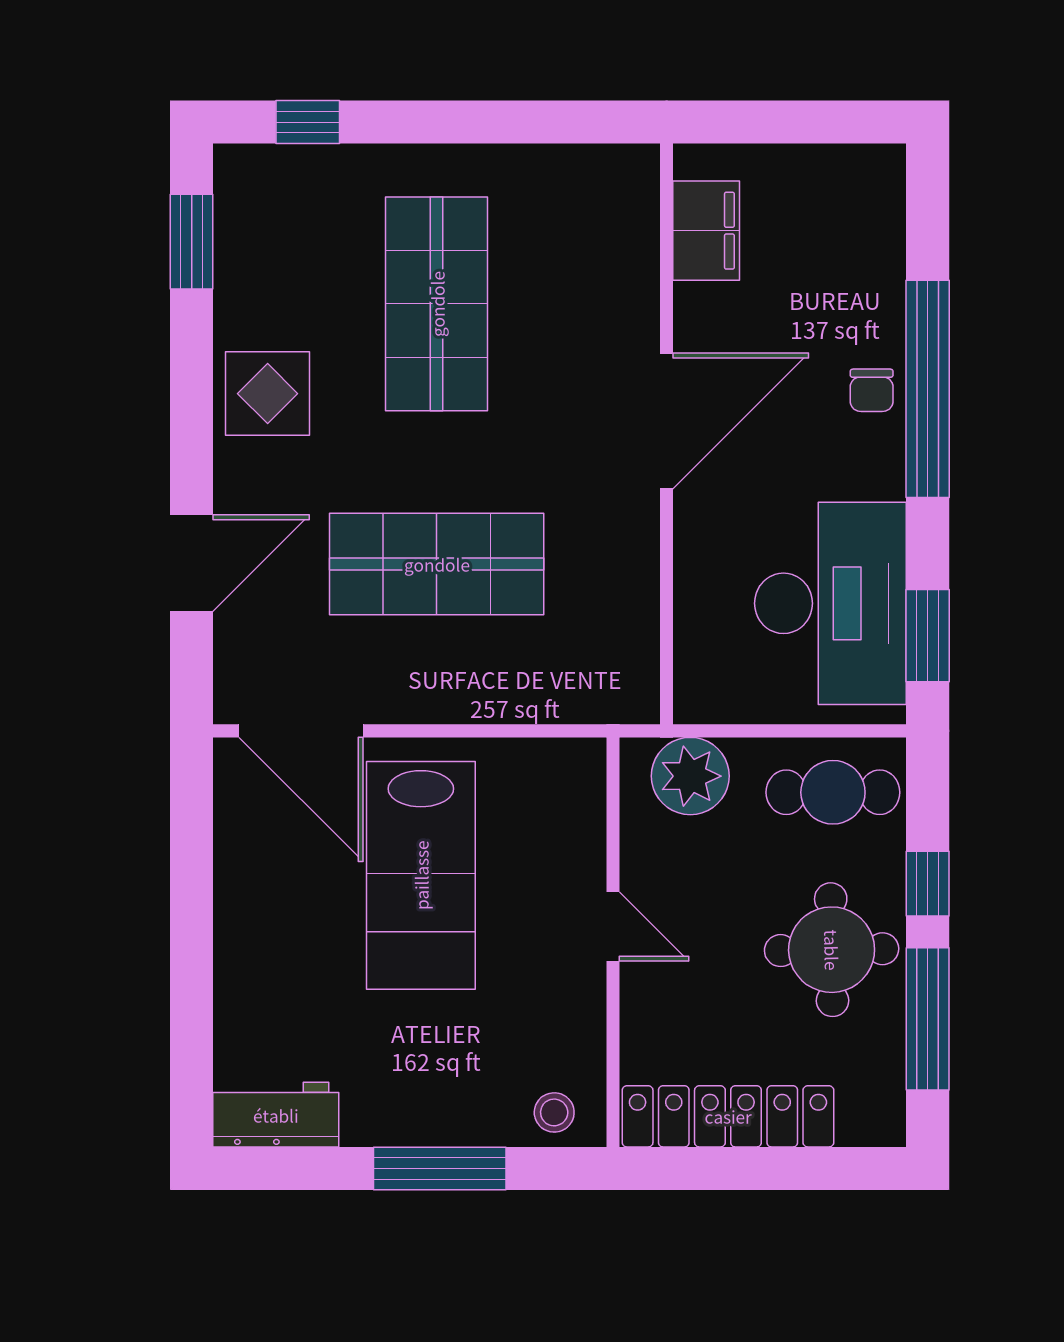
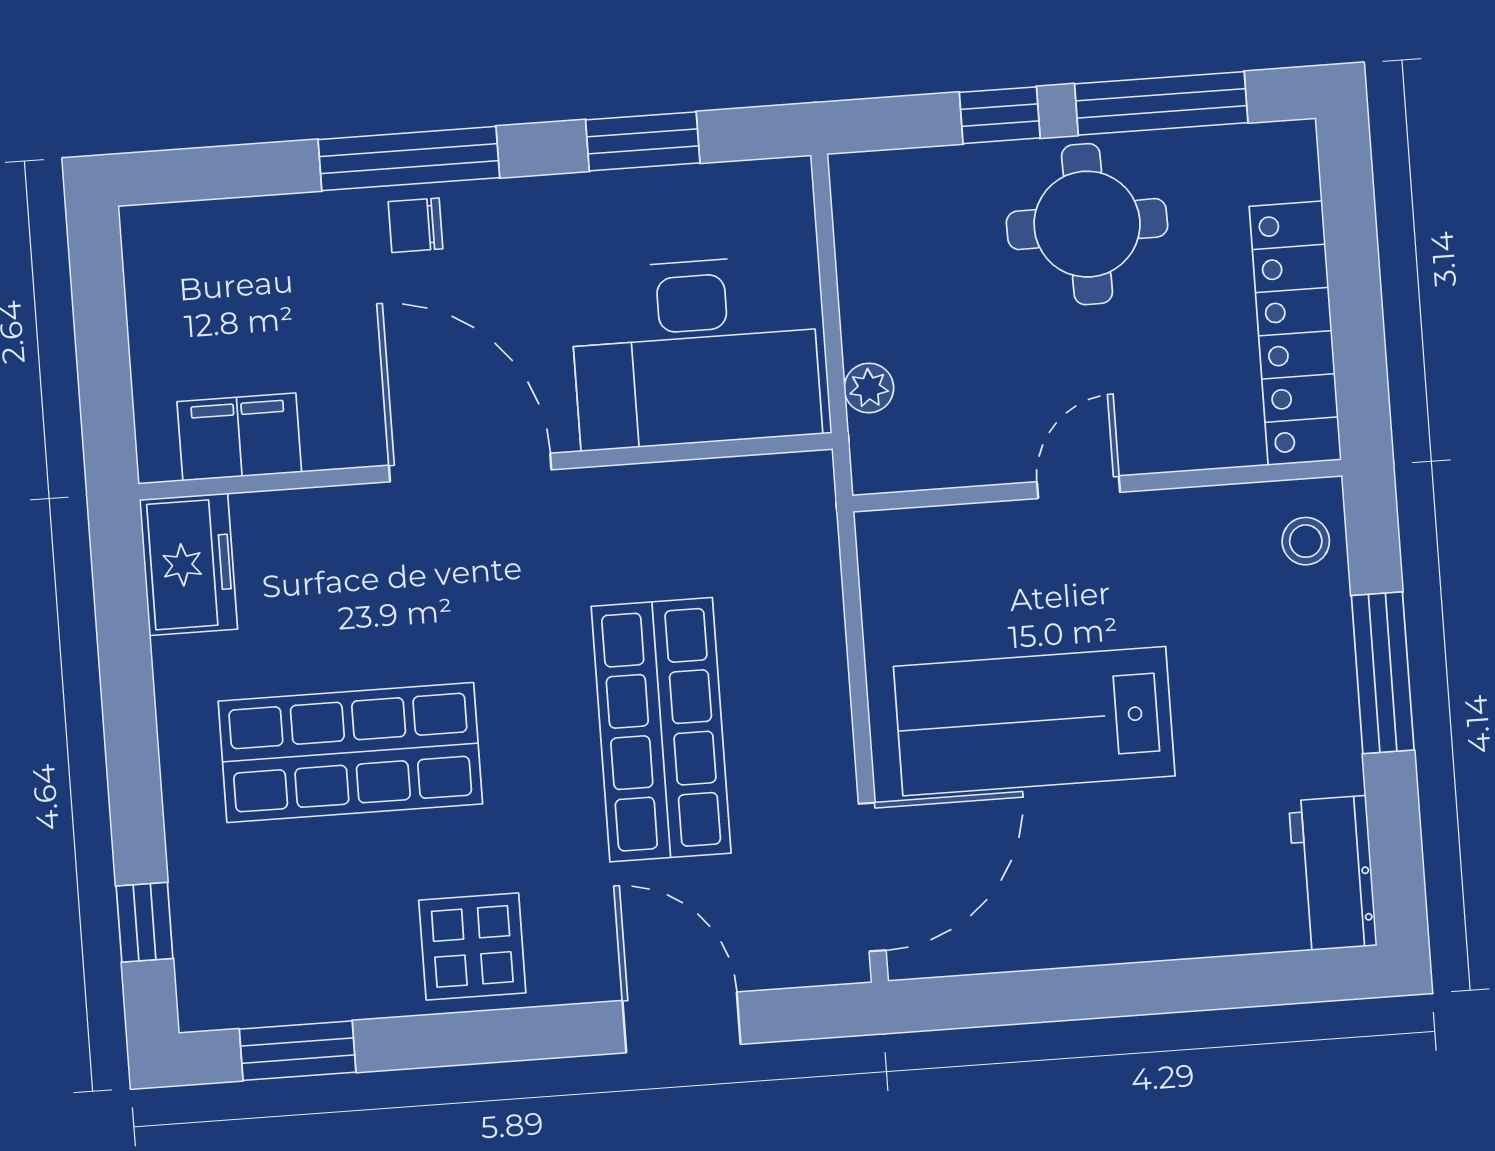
freezer: (603, 180) -> (188, 564), added
window: (928, 389) -> (409, 159), width x0.68
chair: (872, 390) -> (415, 225), turned 180
desk: (830, 603) -> (695, 352), moved, turned 180
window: (928, 636) -> (643, 141), moved
plant: (690, 776) -> (869, 388), width x0.53, depth x0.53
cafe table: (833, 792) -> (899, 236), removed
lab bench: (421, 875) -> (1034, 721), turned 180

